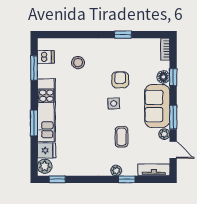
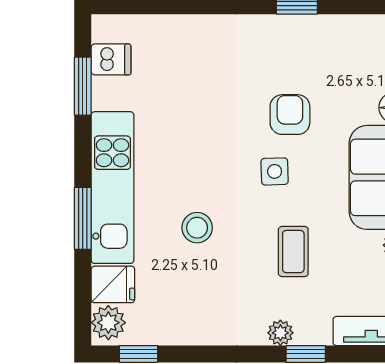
stool: (78, 63) -> (197, 228), moved

